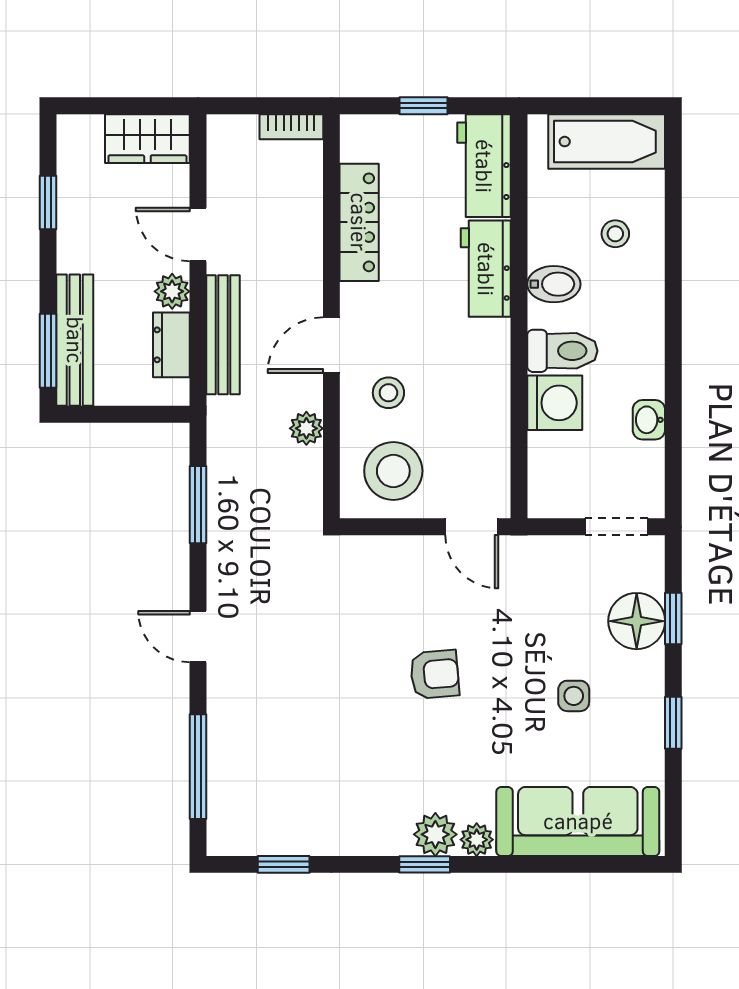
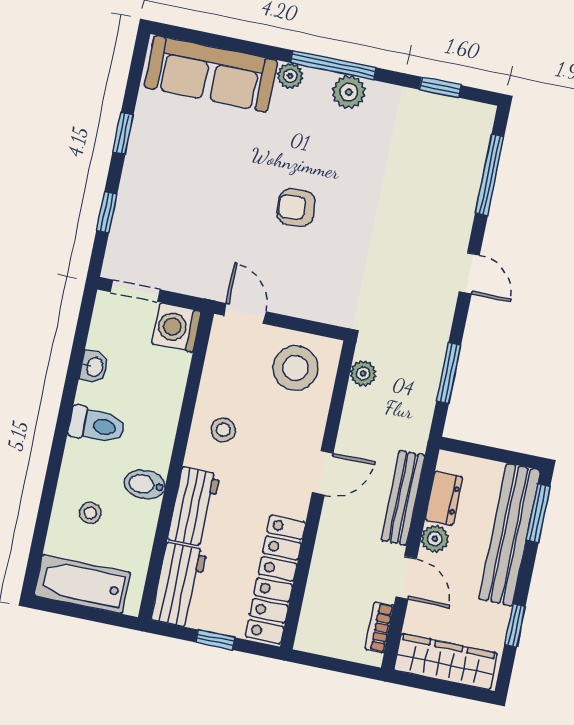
bookcase: (291, 127) -> (379, 627), moved, turned -90
wardrobe: (147, 139) -> (446, 662), width x1.50
locker: (359, 222) -> (275, 579), width x1.41, depth x1.21
bench: (75, 340) -> (509, 535), width x1.37, depth x1.21
toilet: (562, 351) -> (97, 425), moved, turned 180
stool: (388, 393) -> (223, 430), moved
washing machine: (555, 403) -> (176, 328), moved
plant: (306, 428) -> (363, 373), moved
floor lamp: (637, 621) -> (135, 216), removed
side table: (574, 696) -> (194, 169), removed
plant: (435, 834) -> (349, 92), moved
window: (425, 864) -> (333, 65), width x2.17

